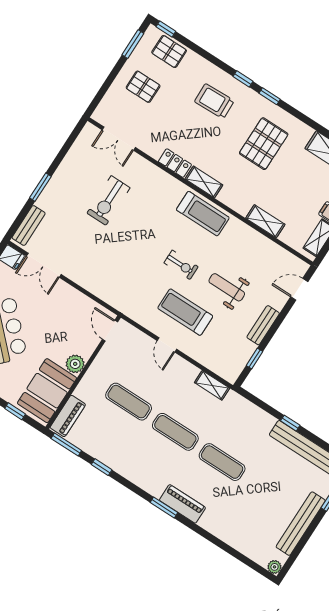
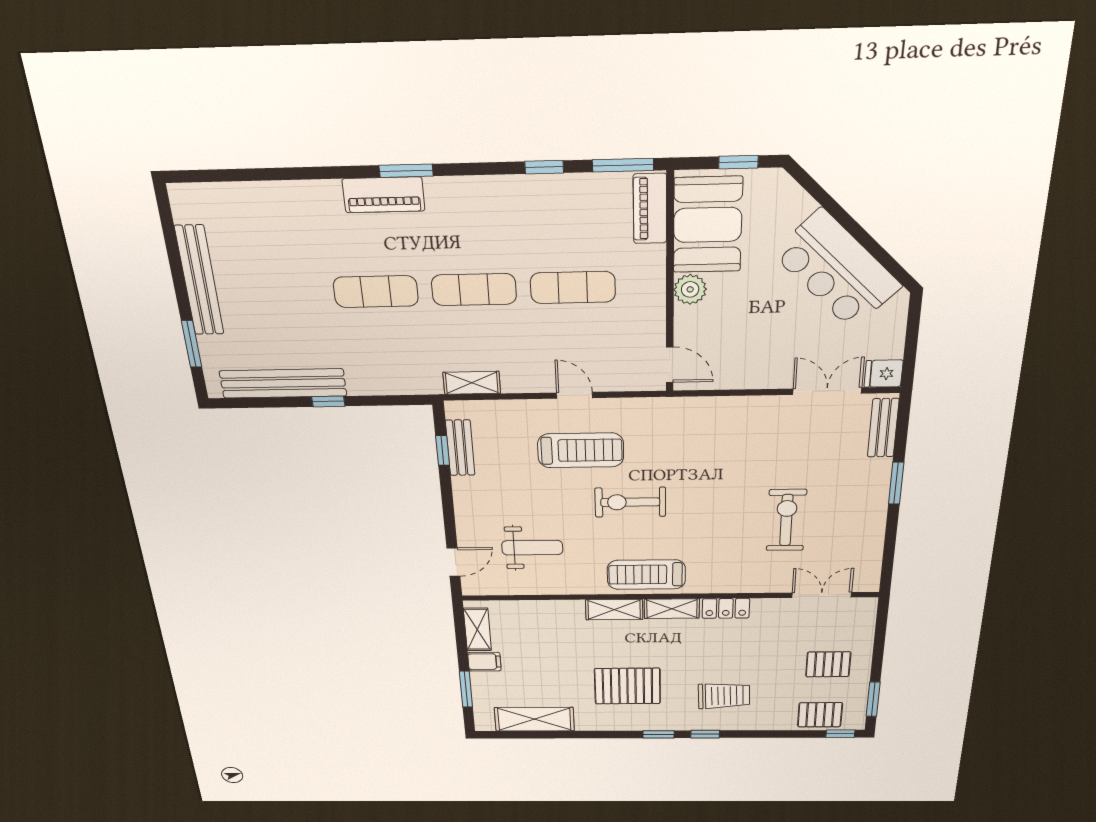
pallet: (264, 144) -> (627, 686), turned 90
shelving: (265, 221) -> (614, 610), moved
exercise bike: (181, 265) -> (630, 502), width x1.38, depth x1.39
weight bench: (227, 287) -> (532, 548), moved
bench: (263, 325) -> (460, 448), moved
plant: (274, 567) -> (180, 195), removed

